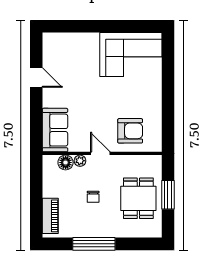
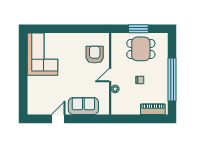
sofa: (55, 130) -> (83, 106), moved
floor lamp: (66, 163) -> (116, 99), removed
window: (94, 244) -> (172, 79), width x1.46

